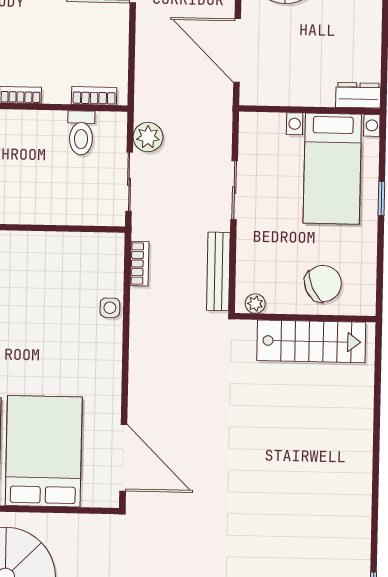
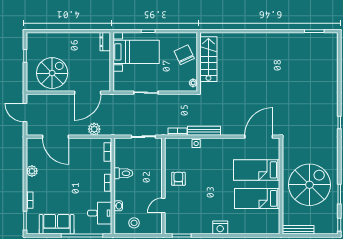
toilet: (81, 133) -> (123, 173), moved
plant: (148, 137) -> (94, 129), moved
armchair: (26, 264) -> (178, 179), added
bench: (218, 271) -> (204, 131), moved
bed: (44, 451) -> (257, 170), width x0.67

